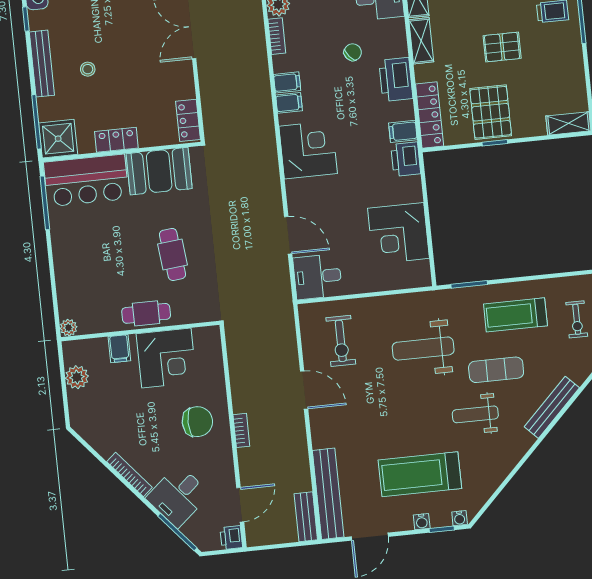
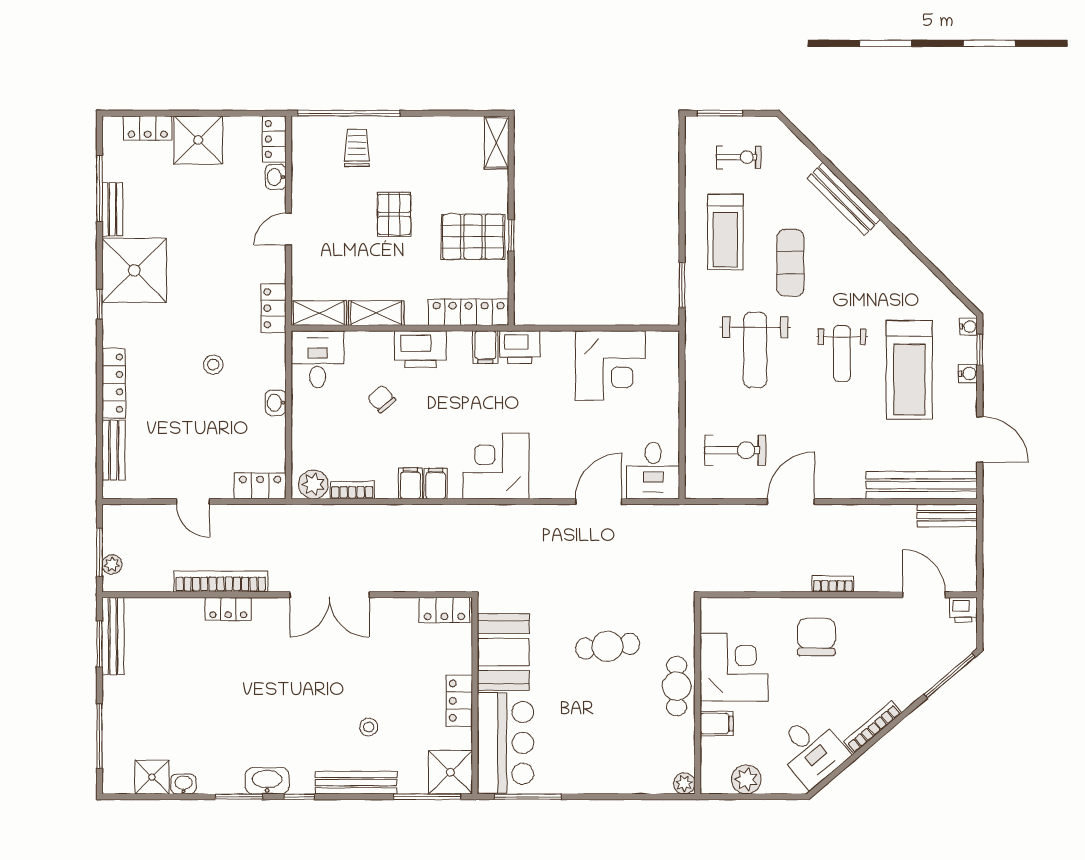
weight bench: (475, 414) -> (842, 354), moved
desk: (178, 496) -> (811, 750), moved

